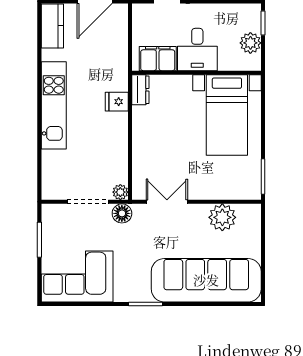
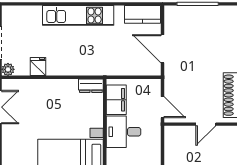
fridge: (117, 102) -> (38, 67), moved

